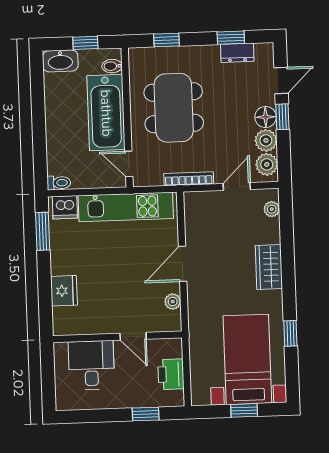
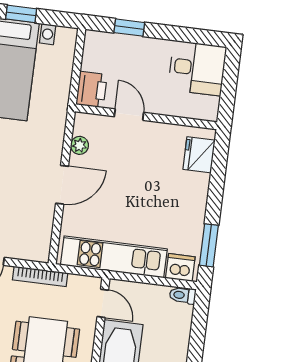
fridge: (64, 291) -> (199, 155), moved
desk: (91, 365) -> (197, 68), moved, turned -90
printer: (171, 374) -> (92, 90), moved

